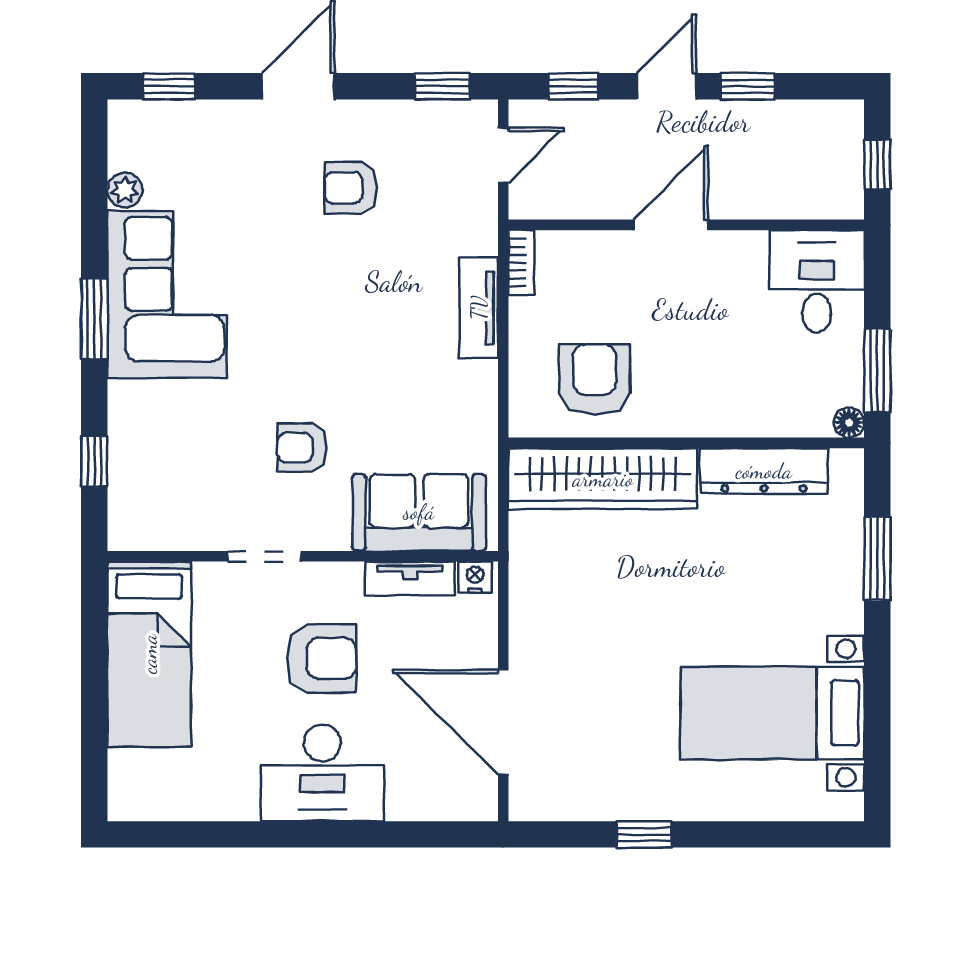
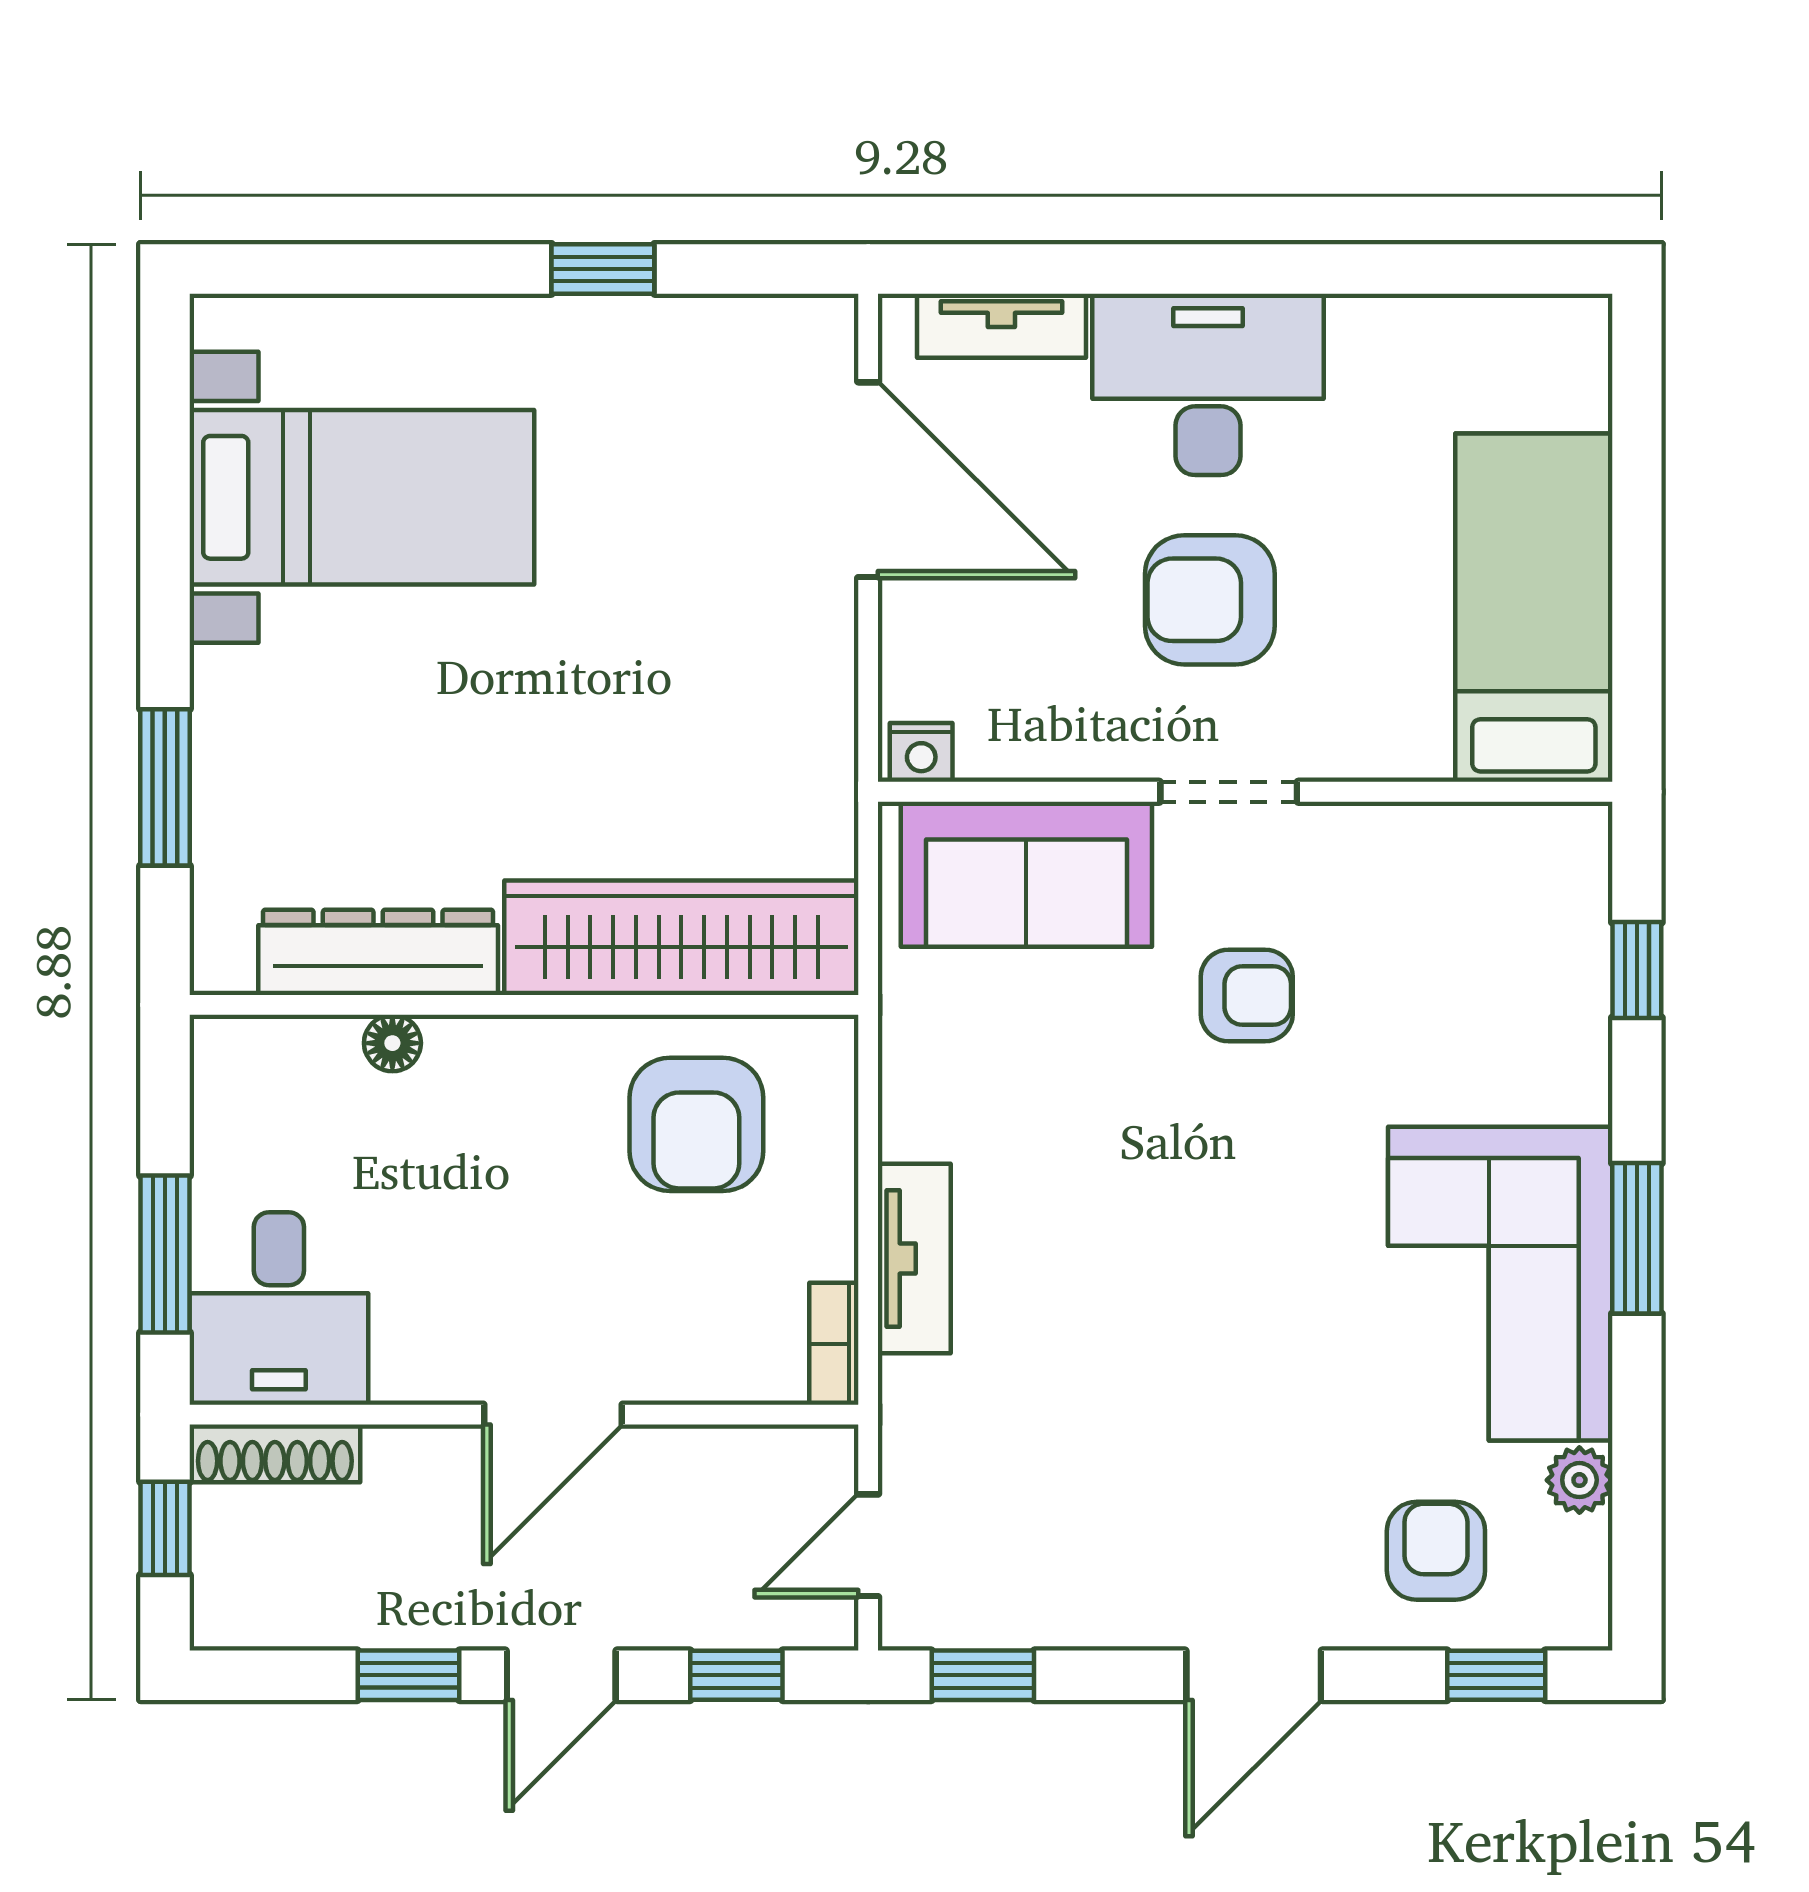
armchair: (351, 188) -> (1436, 1551), moved, turned -90
shoe rack: (819, 204) -> (275, 1453), added
window: (877, 371) -> (165, 1254), moved
floor lamp: (849, 423) -> (392, 1043), moved
doorway: (264, 556) -> (1229, 792), moved
tv unit: (410, 579) -> (1001, 326), moved, turned 180

